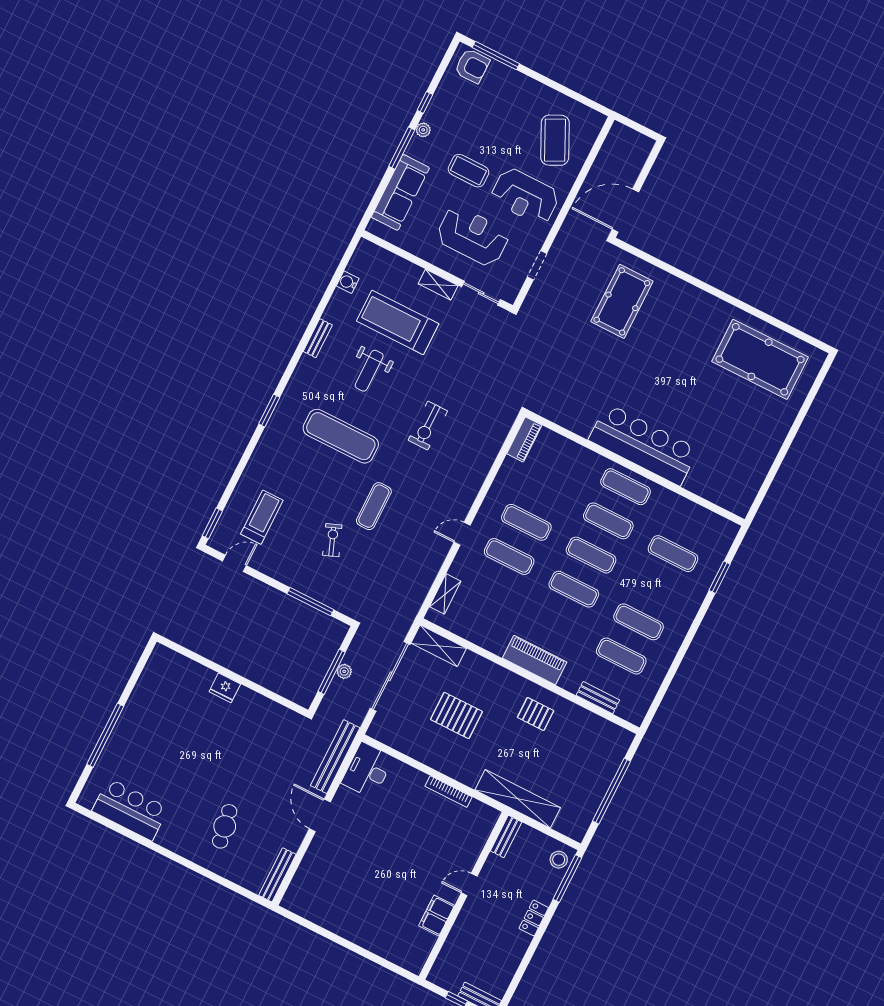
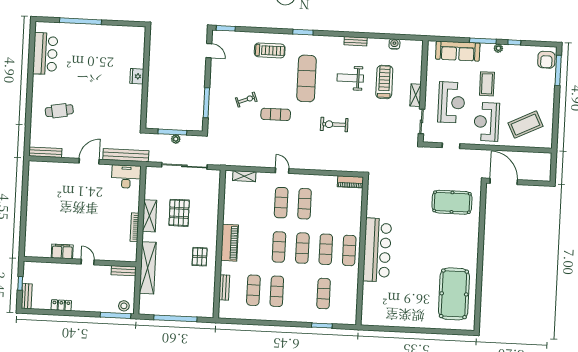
treadmill: (398, 322) -> (384, 82), width x0.73, depth x0.73
treadmill: (262, 517) -> (270, 50), moved
shelving: (439, 646) -> (150, 216), moved
locker: (534, 918) -> (61, 305), moved

